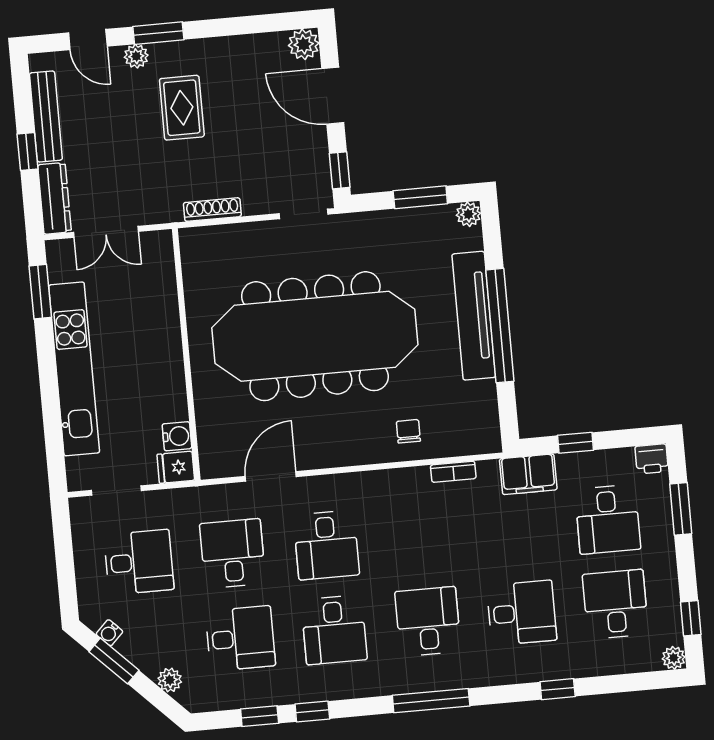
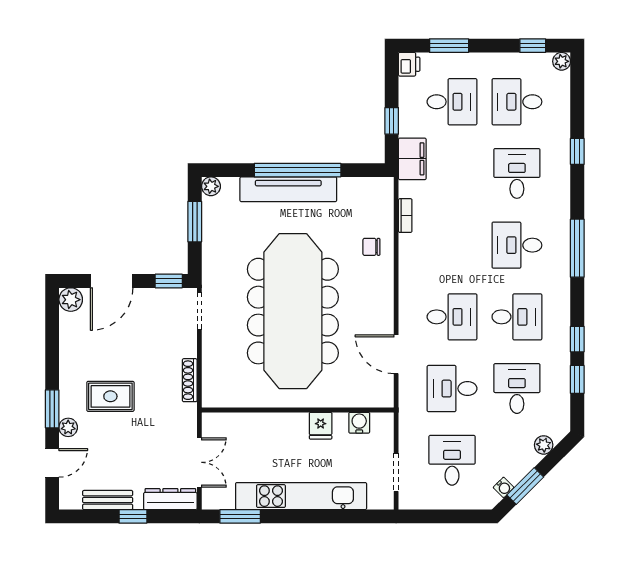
bench: (46, 116) -> (108, 500), width x0.73
fridge: (176, 467) -> (321, 426), moved

